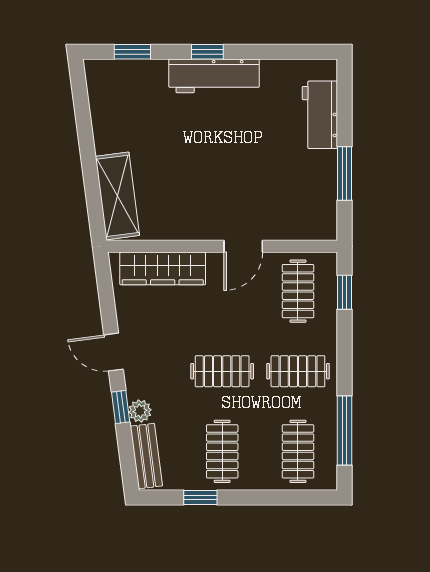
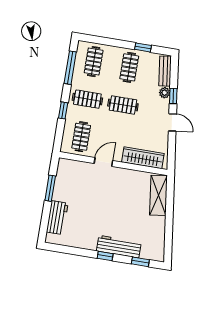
workbench: (214, 76) -> (119, 247), moved
window: (344, 292) -> (63, 110), moved

